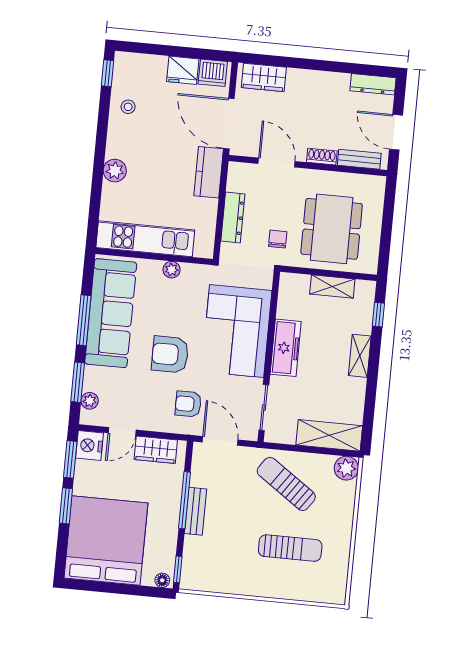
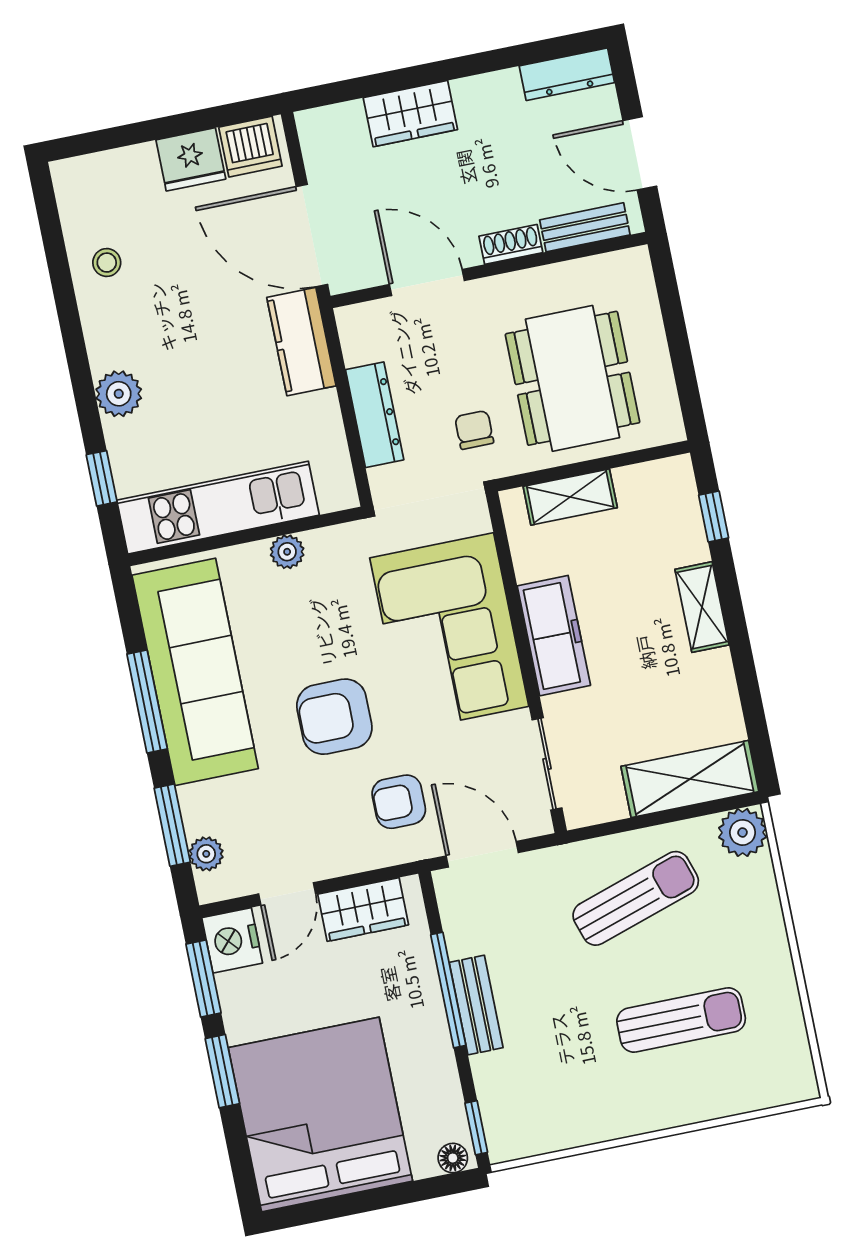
window: (107, 73) -> (102, 478), moved
wardrobe: (264, 77) -> (410, 114), moved
shelving: (332, 287) -> (570, 497), moved
sun lounger: (286, 484) -> (636, 898), turned 127

